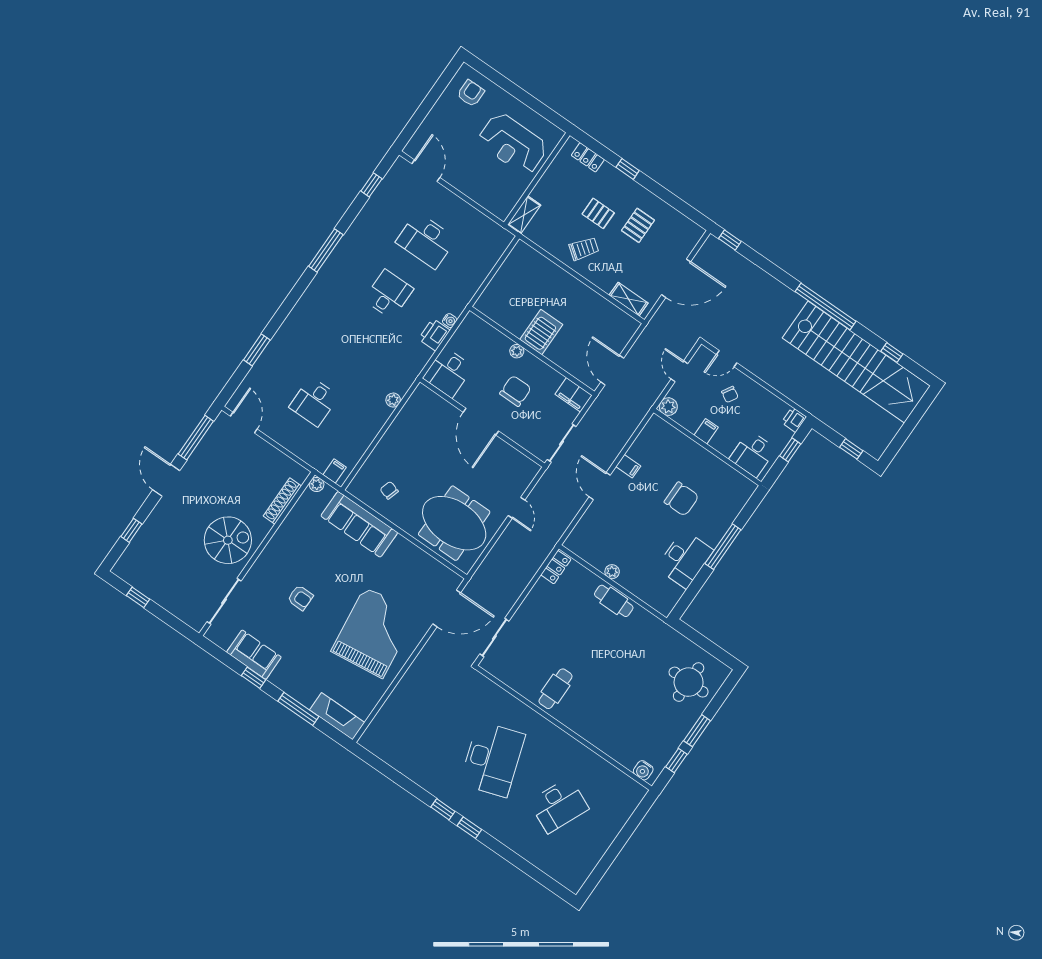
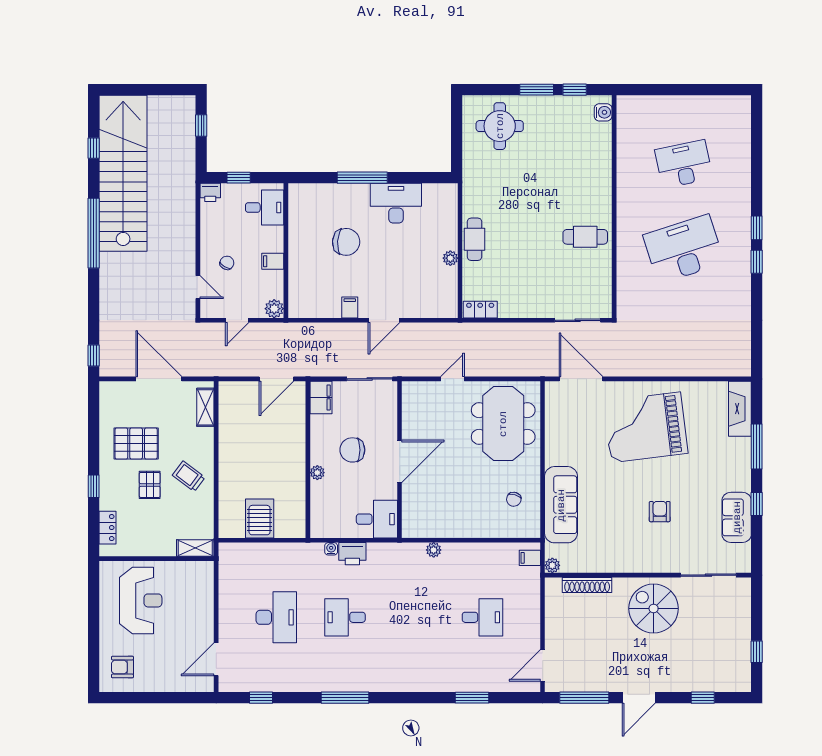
pallet: (638, 225) -> (136, 443), width x1.50, depth x1.42
server rack: (541, 332) -> (260, 519), moved, turned 90
chair: (681, 499) -> (346, 242), turned 94
desk: (559, 805) -> (684, 164), turned -36

